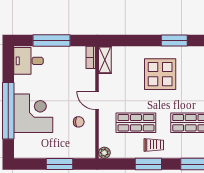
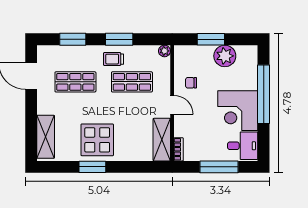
shelving: (105, 60) -> (162, 140), width x1.50, depth x1.33
display table: (160, 74) -> (97, 140), moved
corner desk: (33, 113) -> (238, 111), moved
plant: (46, 148) -> (225, 56), added

